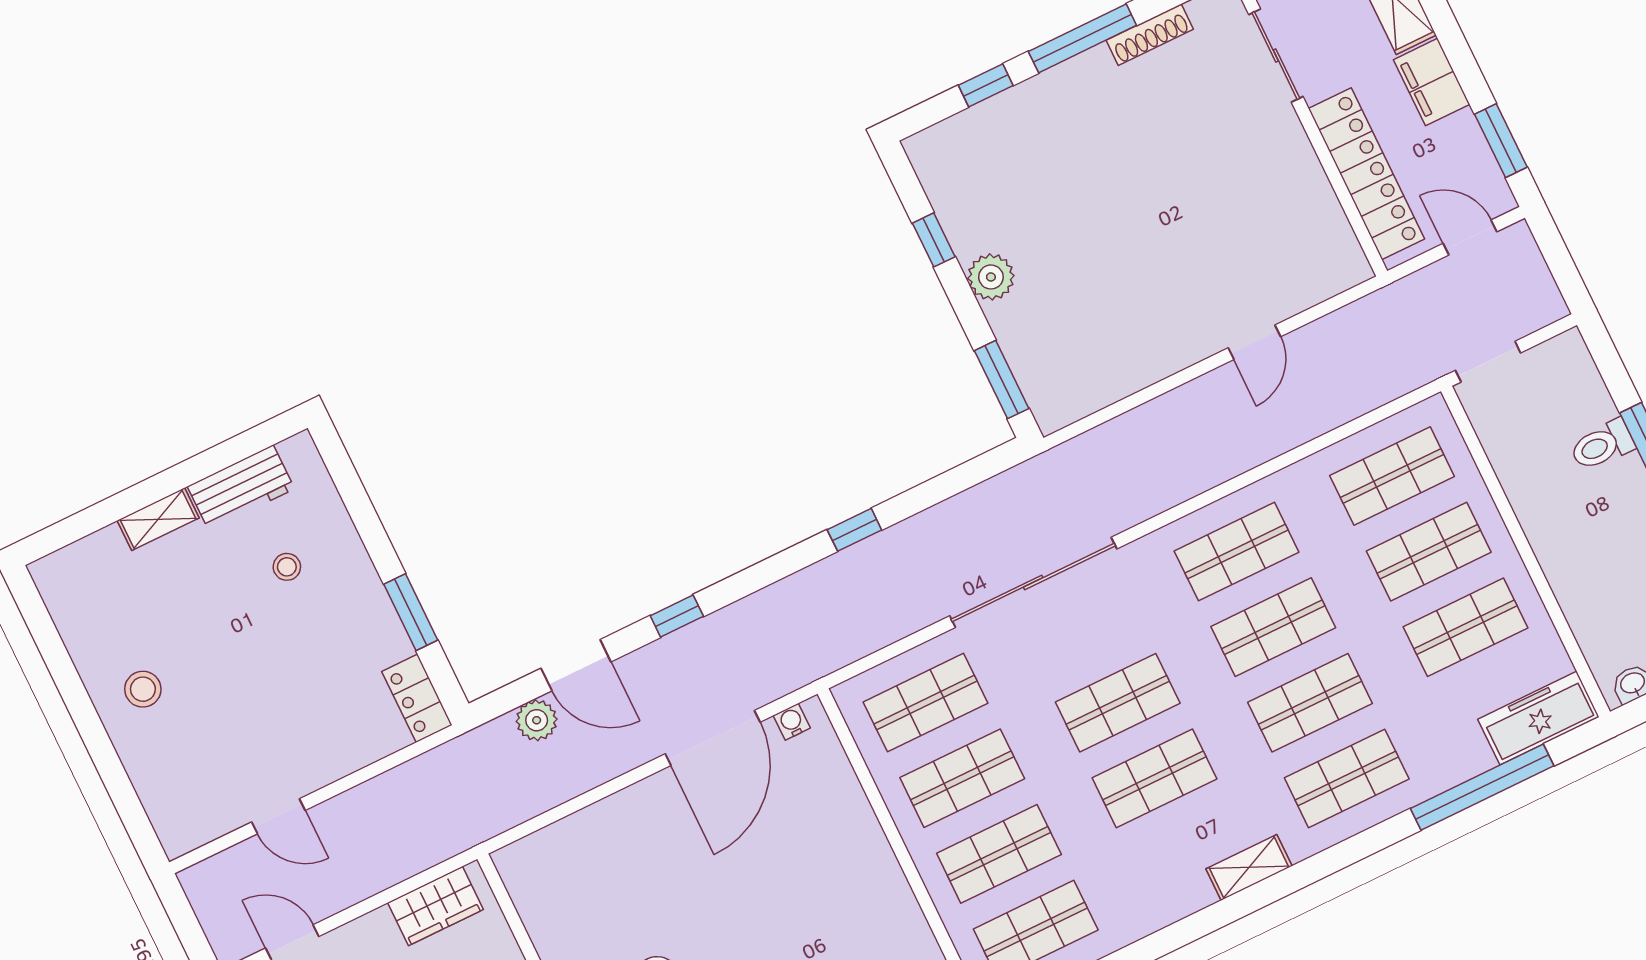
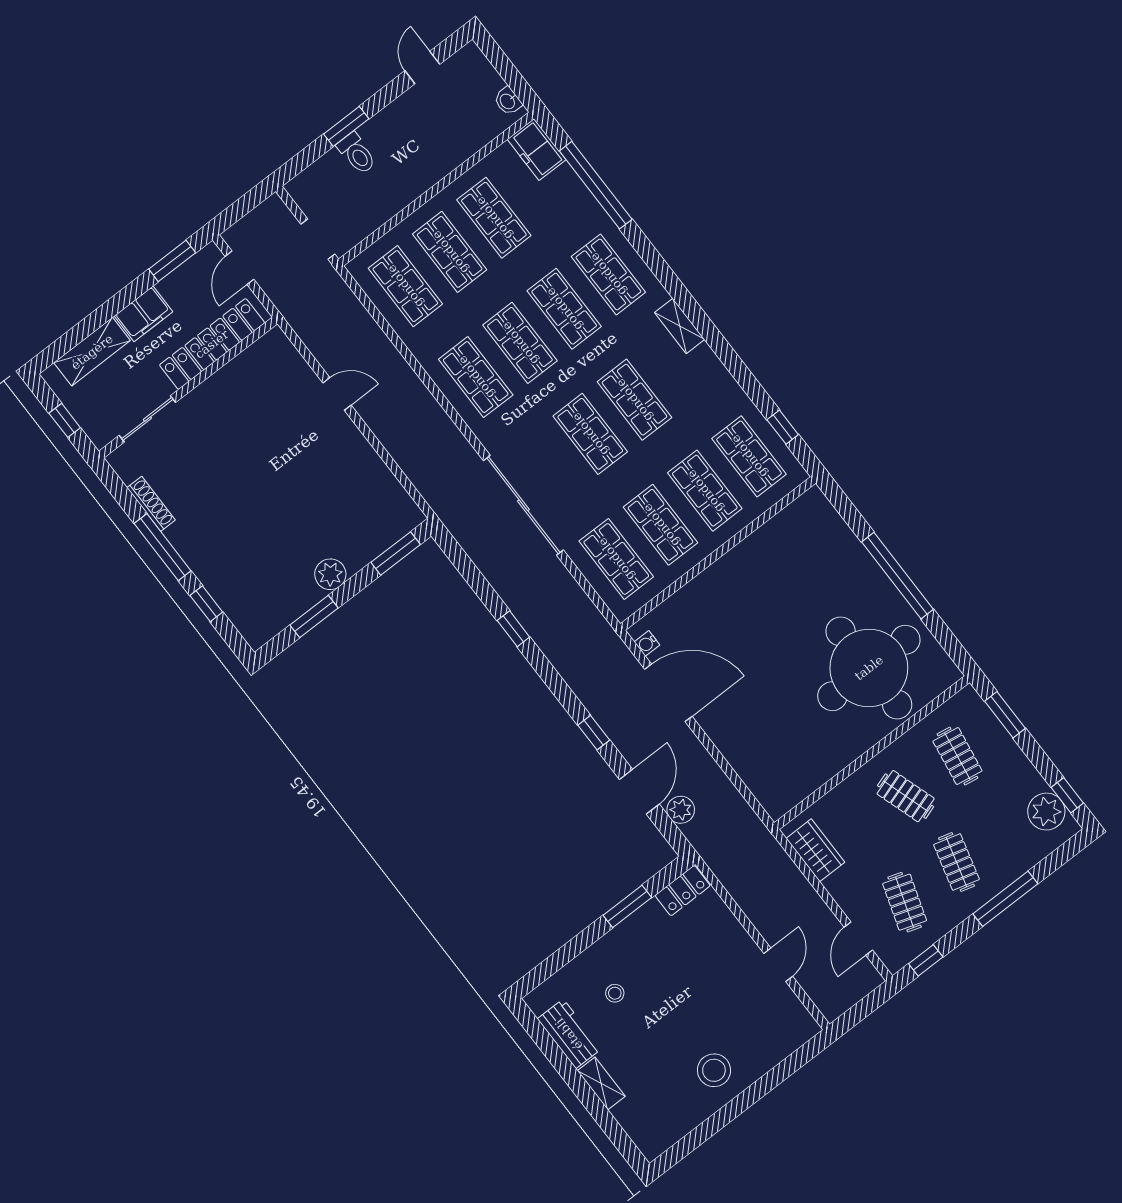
window: (934, 240) -> (314, 617), width x1.50
stool: (143, 689) -> (714, 1070), width x1.38, depth x1.38
freezer: (1539, 718) -> (537, 150), width x0.71

